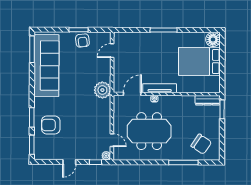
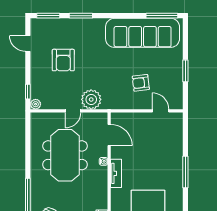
armchair: (82, 40) -> (141, 83), moved
tv unit: (160, 88) -> (116, 173), width x0.71
plant: (102, 90) -> (91, 99), moved
armchair: (51, 125) -> (63, 60), moved, turned 180
door: (112, 140) -> (73, 111), moved
door: (69, 162) -> (28, 43), moved

